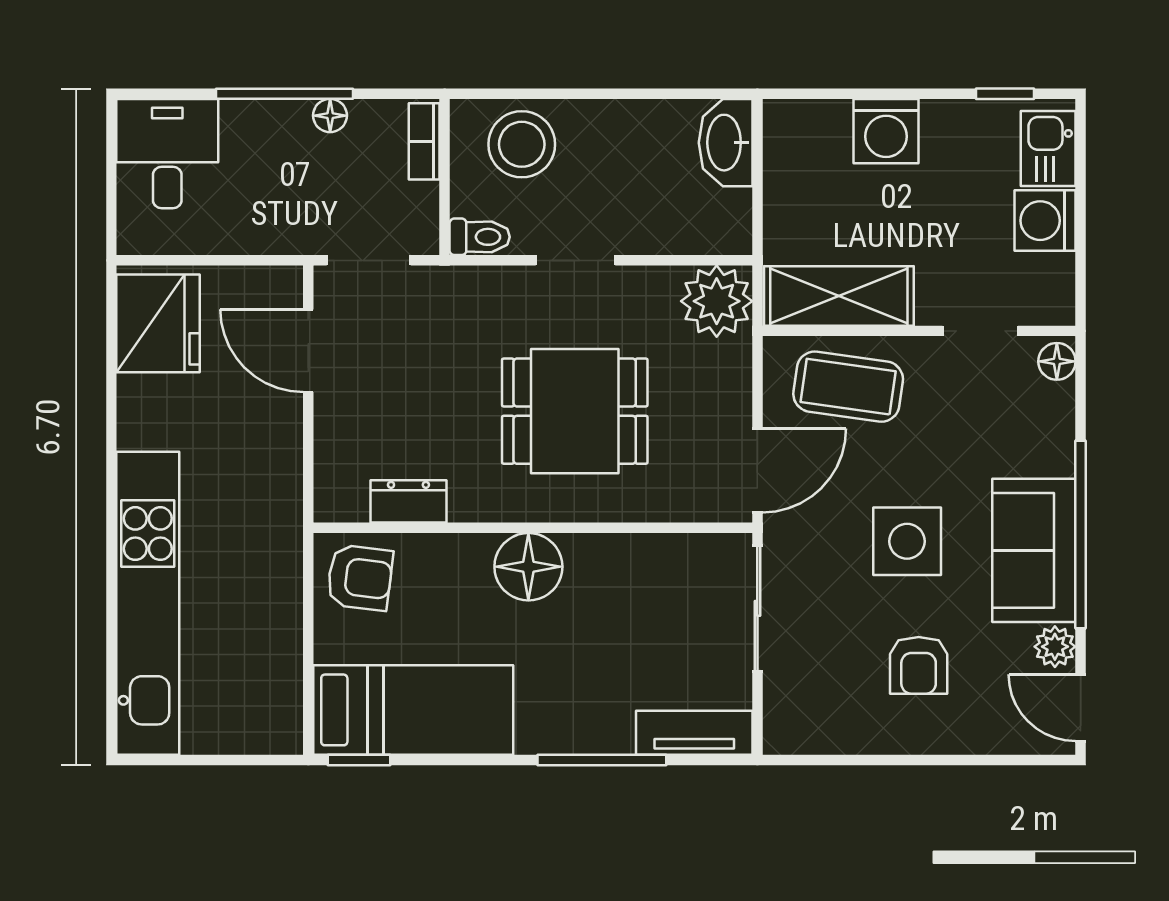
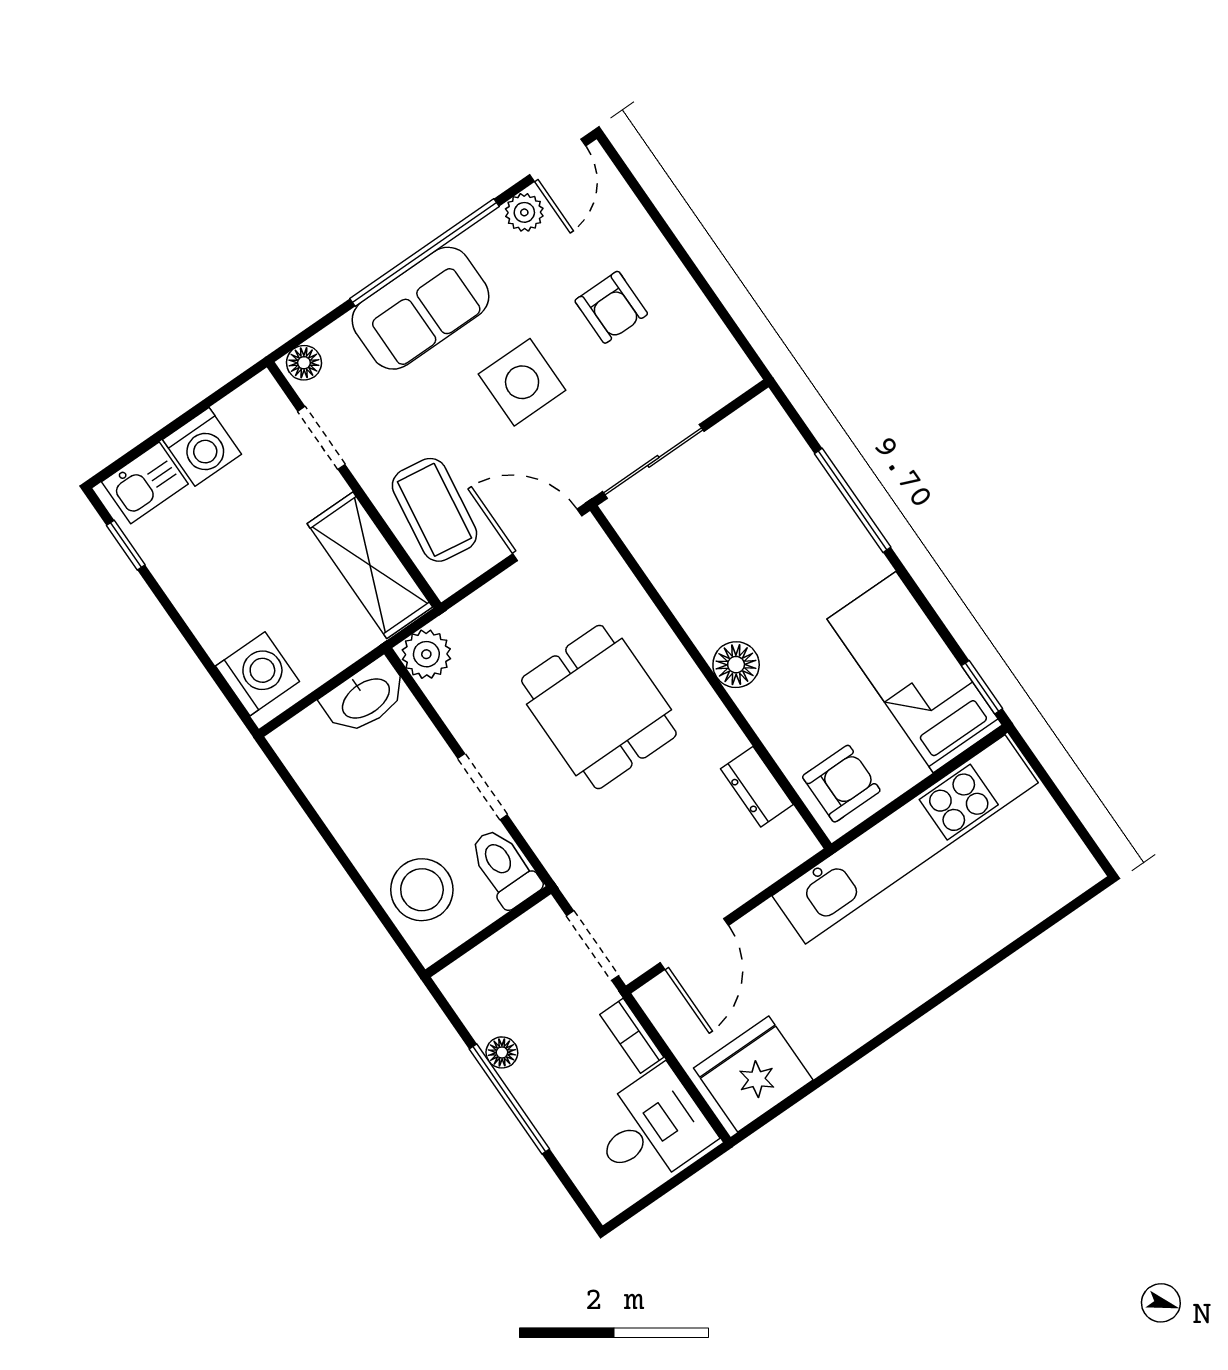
washing machine: (886, 131) -> (257, 674), moved
bookcase: (424, 141) -> (632, 1036), moved, turned 90
washbasin: (726, 143) -> (365, 697), moved
desk: (167, 154) -> (651, 1128), moved, turned 180
toilet: (480, 237) -> (504, 868), width x1.37, depth x1.39
plant: (717, 301) -> (426, 654), width x0.73, depth x0.73
sofa: (1034, 550) -> (421, 308), moved
floor lamp: (528, 567) -> (736, 665), width x0.73, depth x0.73
armchair: (360, 578) -> (841, 784), turned 83
kitchen unit: (148, 603) -> (905, 839), moved, turned 180
armchair: (919, 665) -> (611, 307), turned 90
tv unit: (694, 733) -> (782, 444), removed

